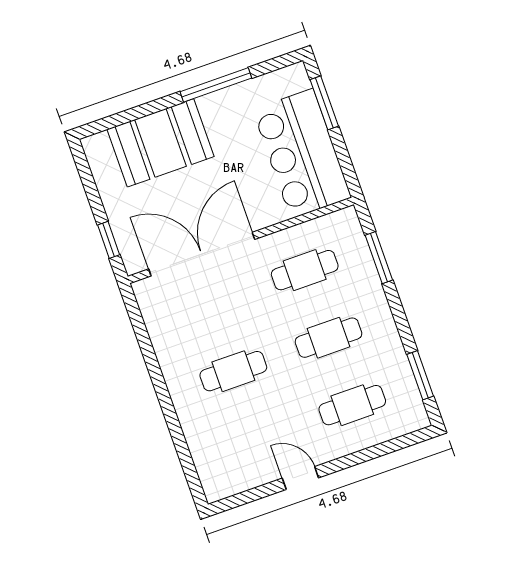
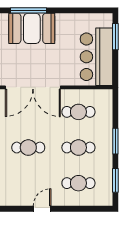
window: (216, 85) -> (29, 10), moved
double door: (202, 254) -> (33, 87), swing flipped
window: (379, 258) -> (115, 141), moved
door: (300, 478) -> (42, 209), hinge flipped

